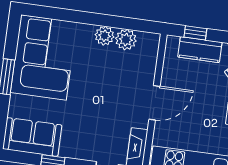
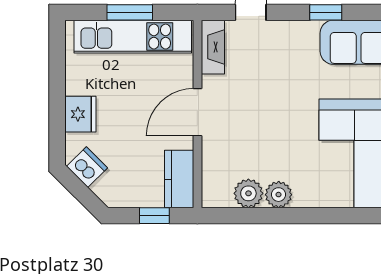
kitchen counter: (200, 50) -> (179, 179), moved, turned -90

